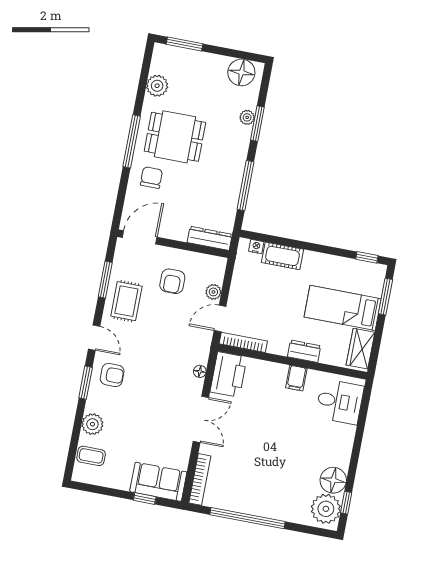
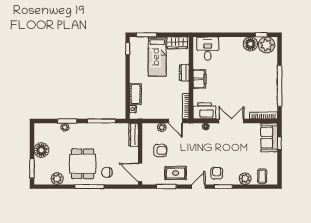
floor lamp: (241, 72) -> (41, 150), moved
filing cabinet: (296, 378) -> (199, 79), width x2.00

